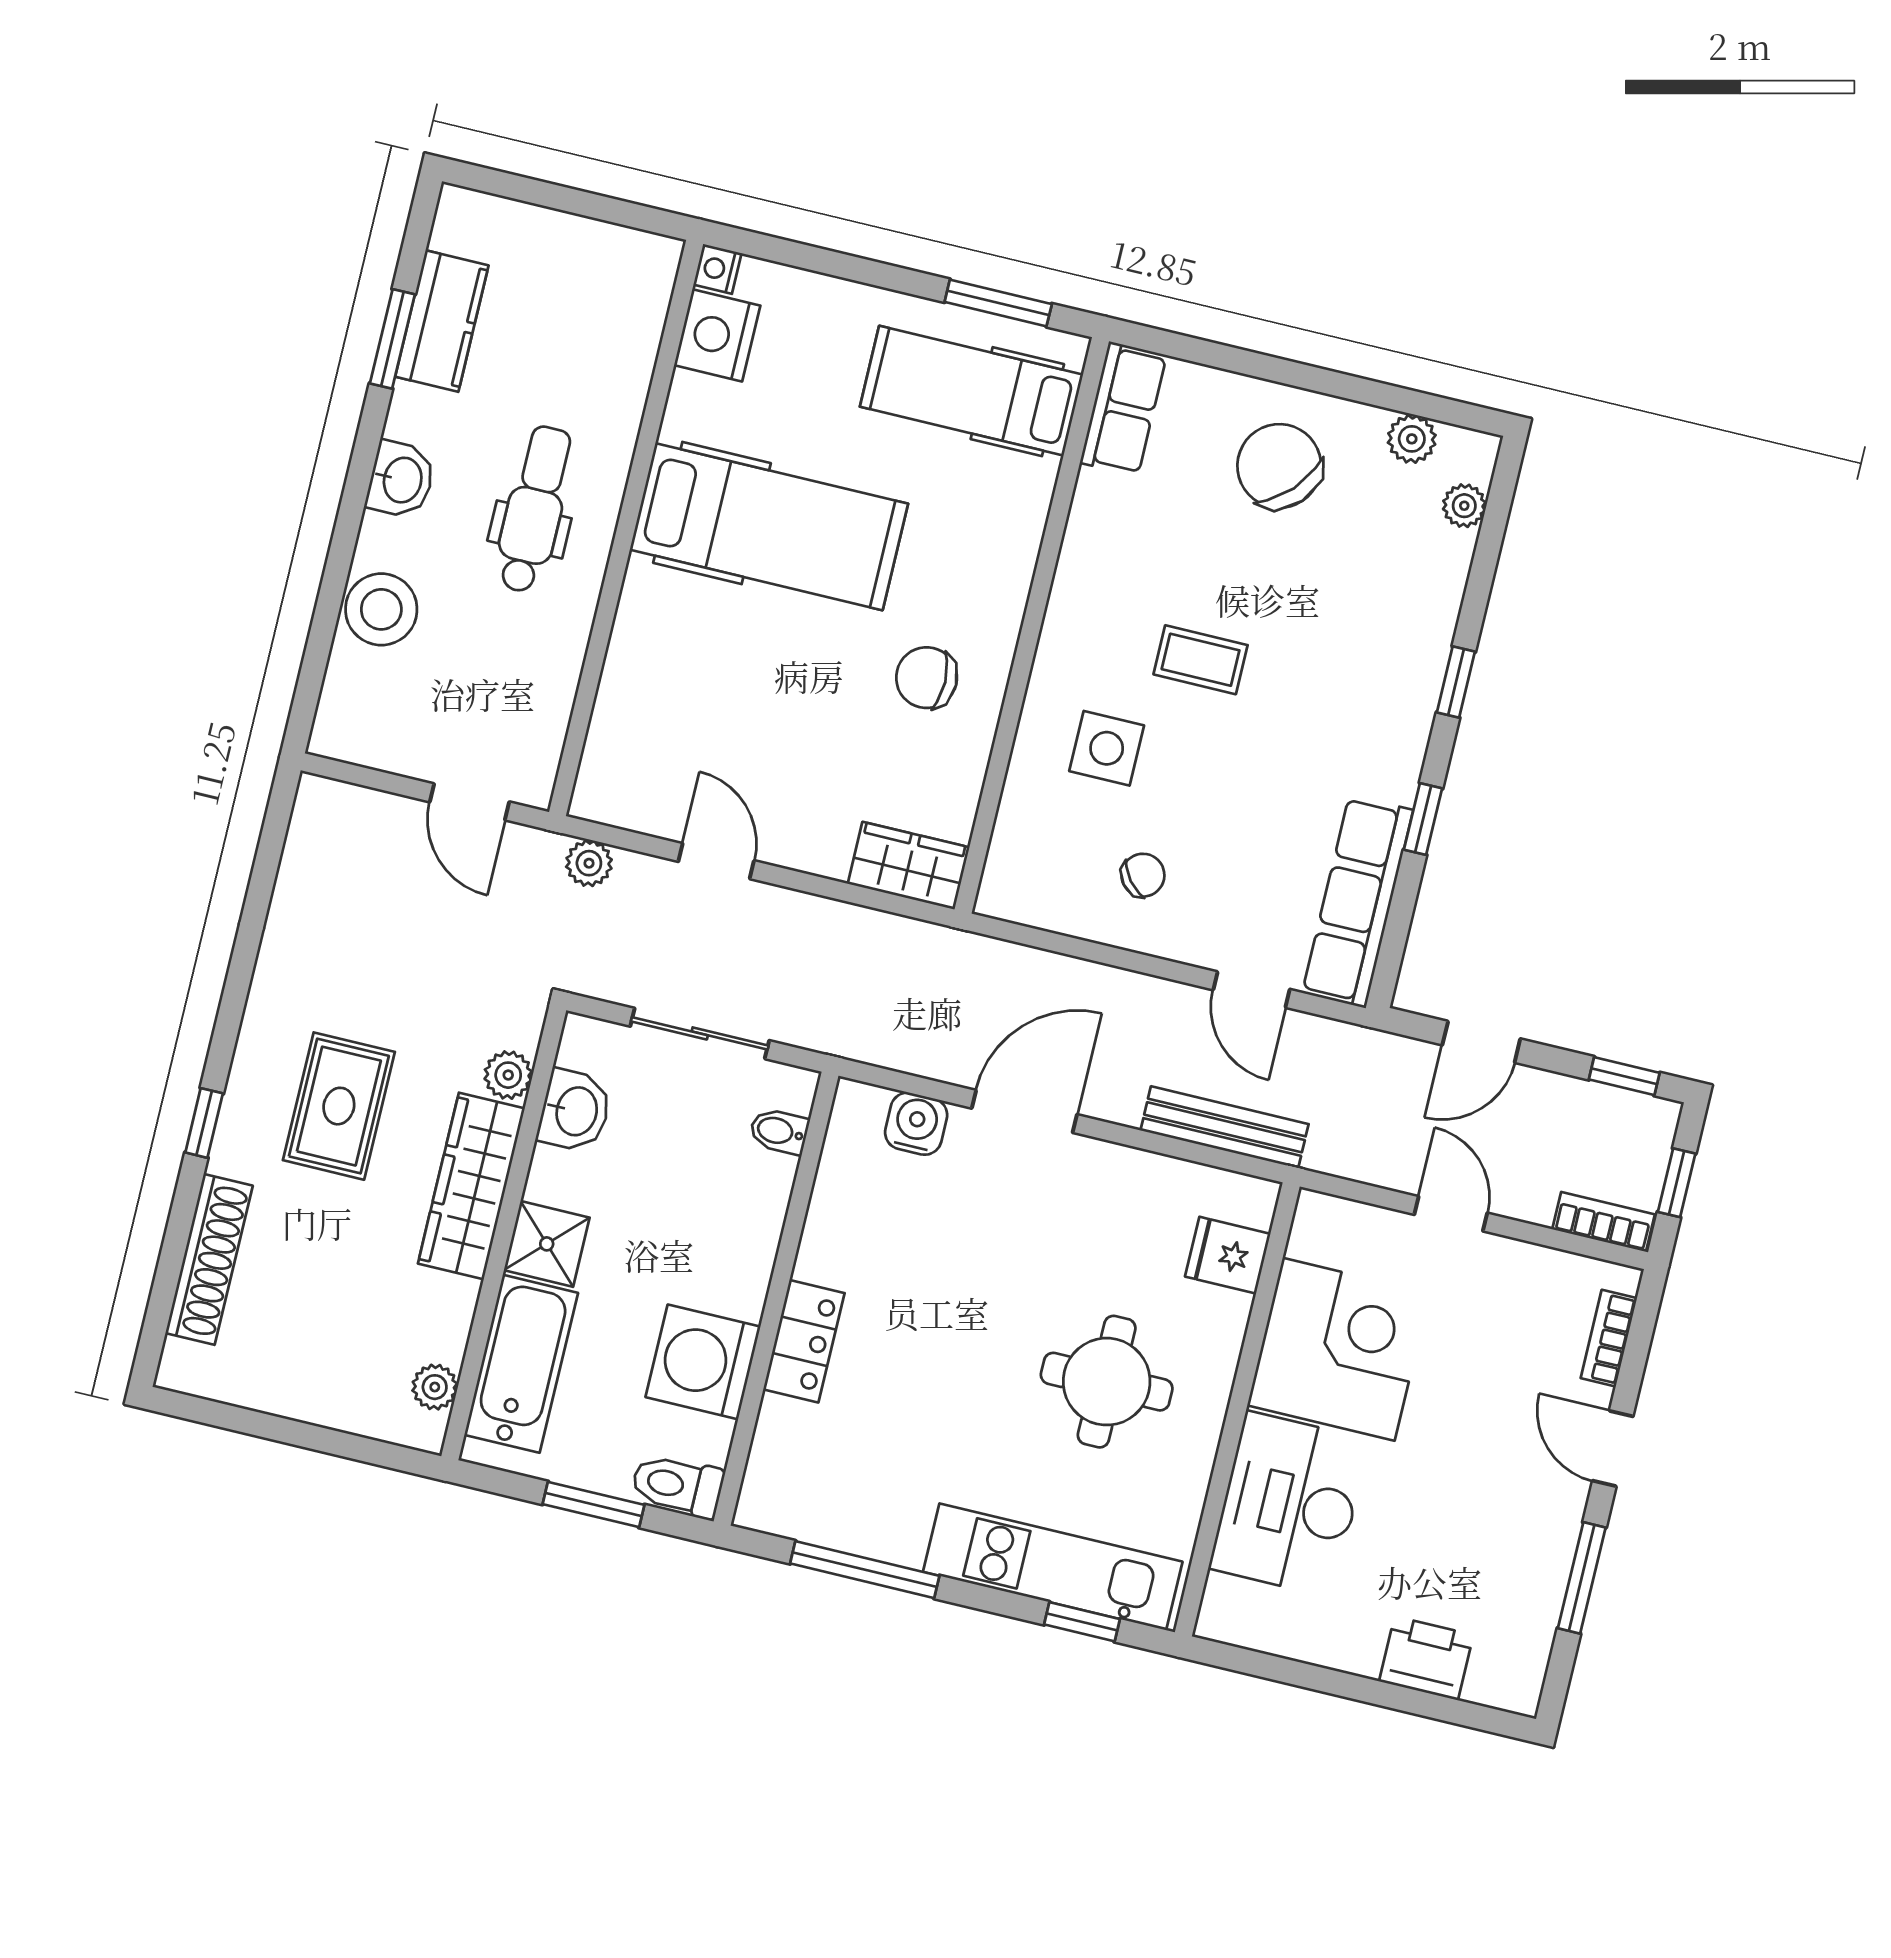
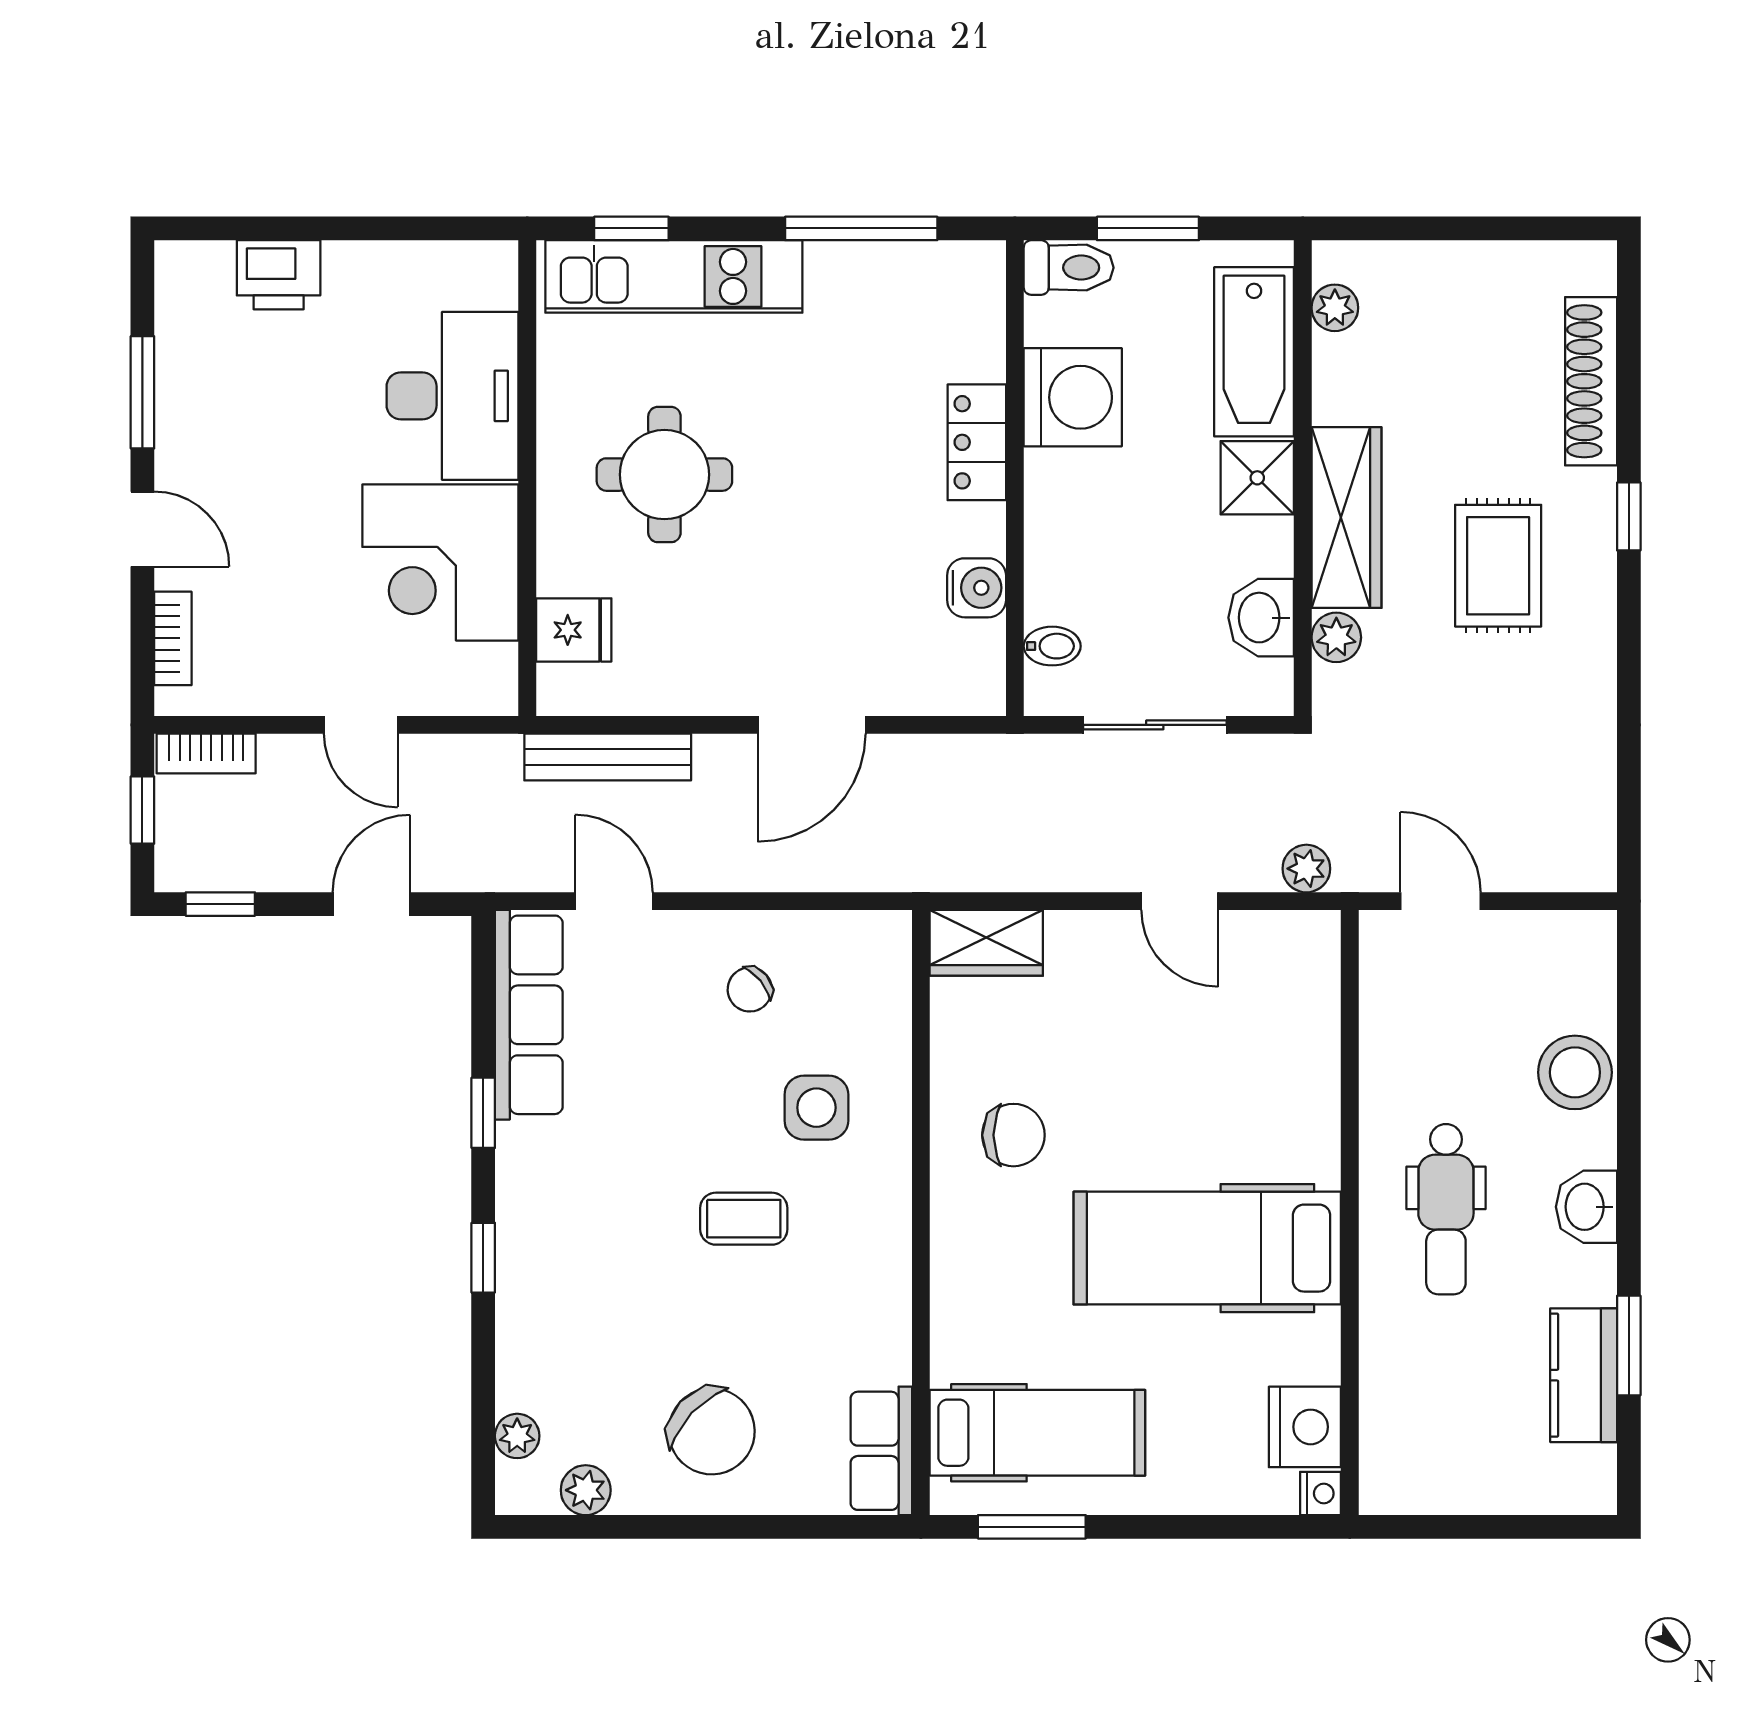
water cooler: (916, 1124) -> (977, 588), moved, turned -90

